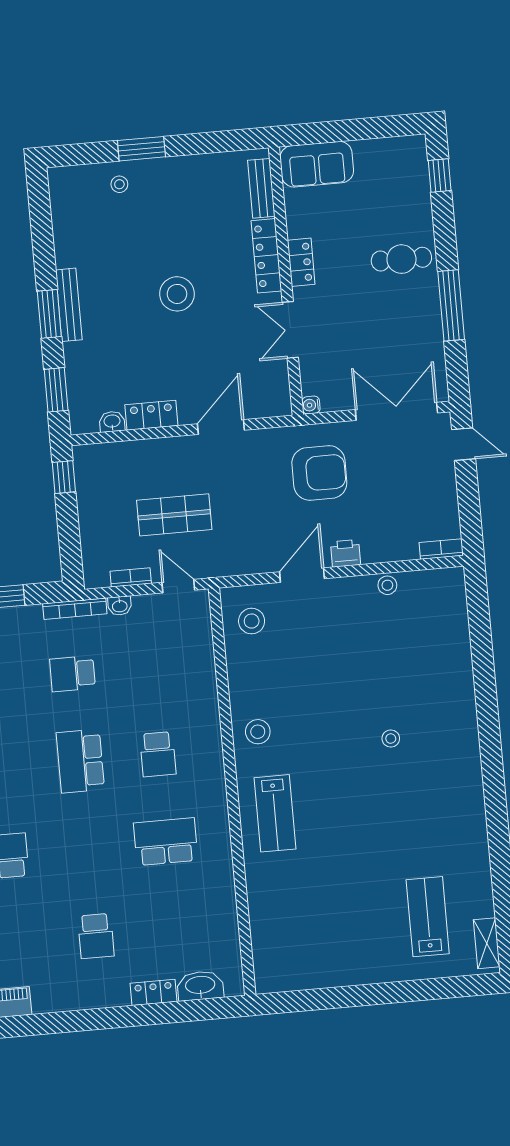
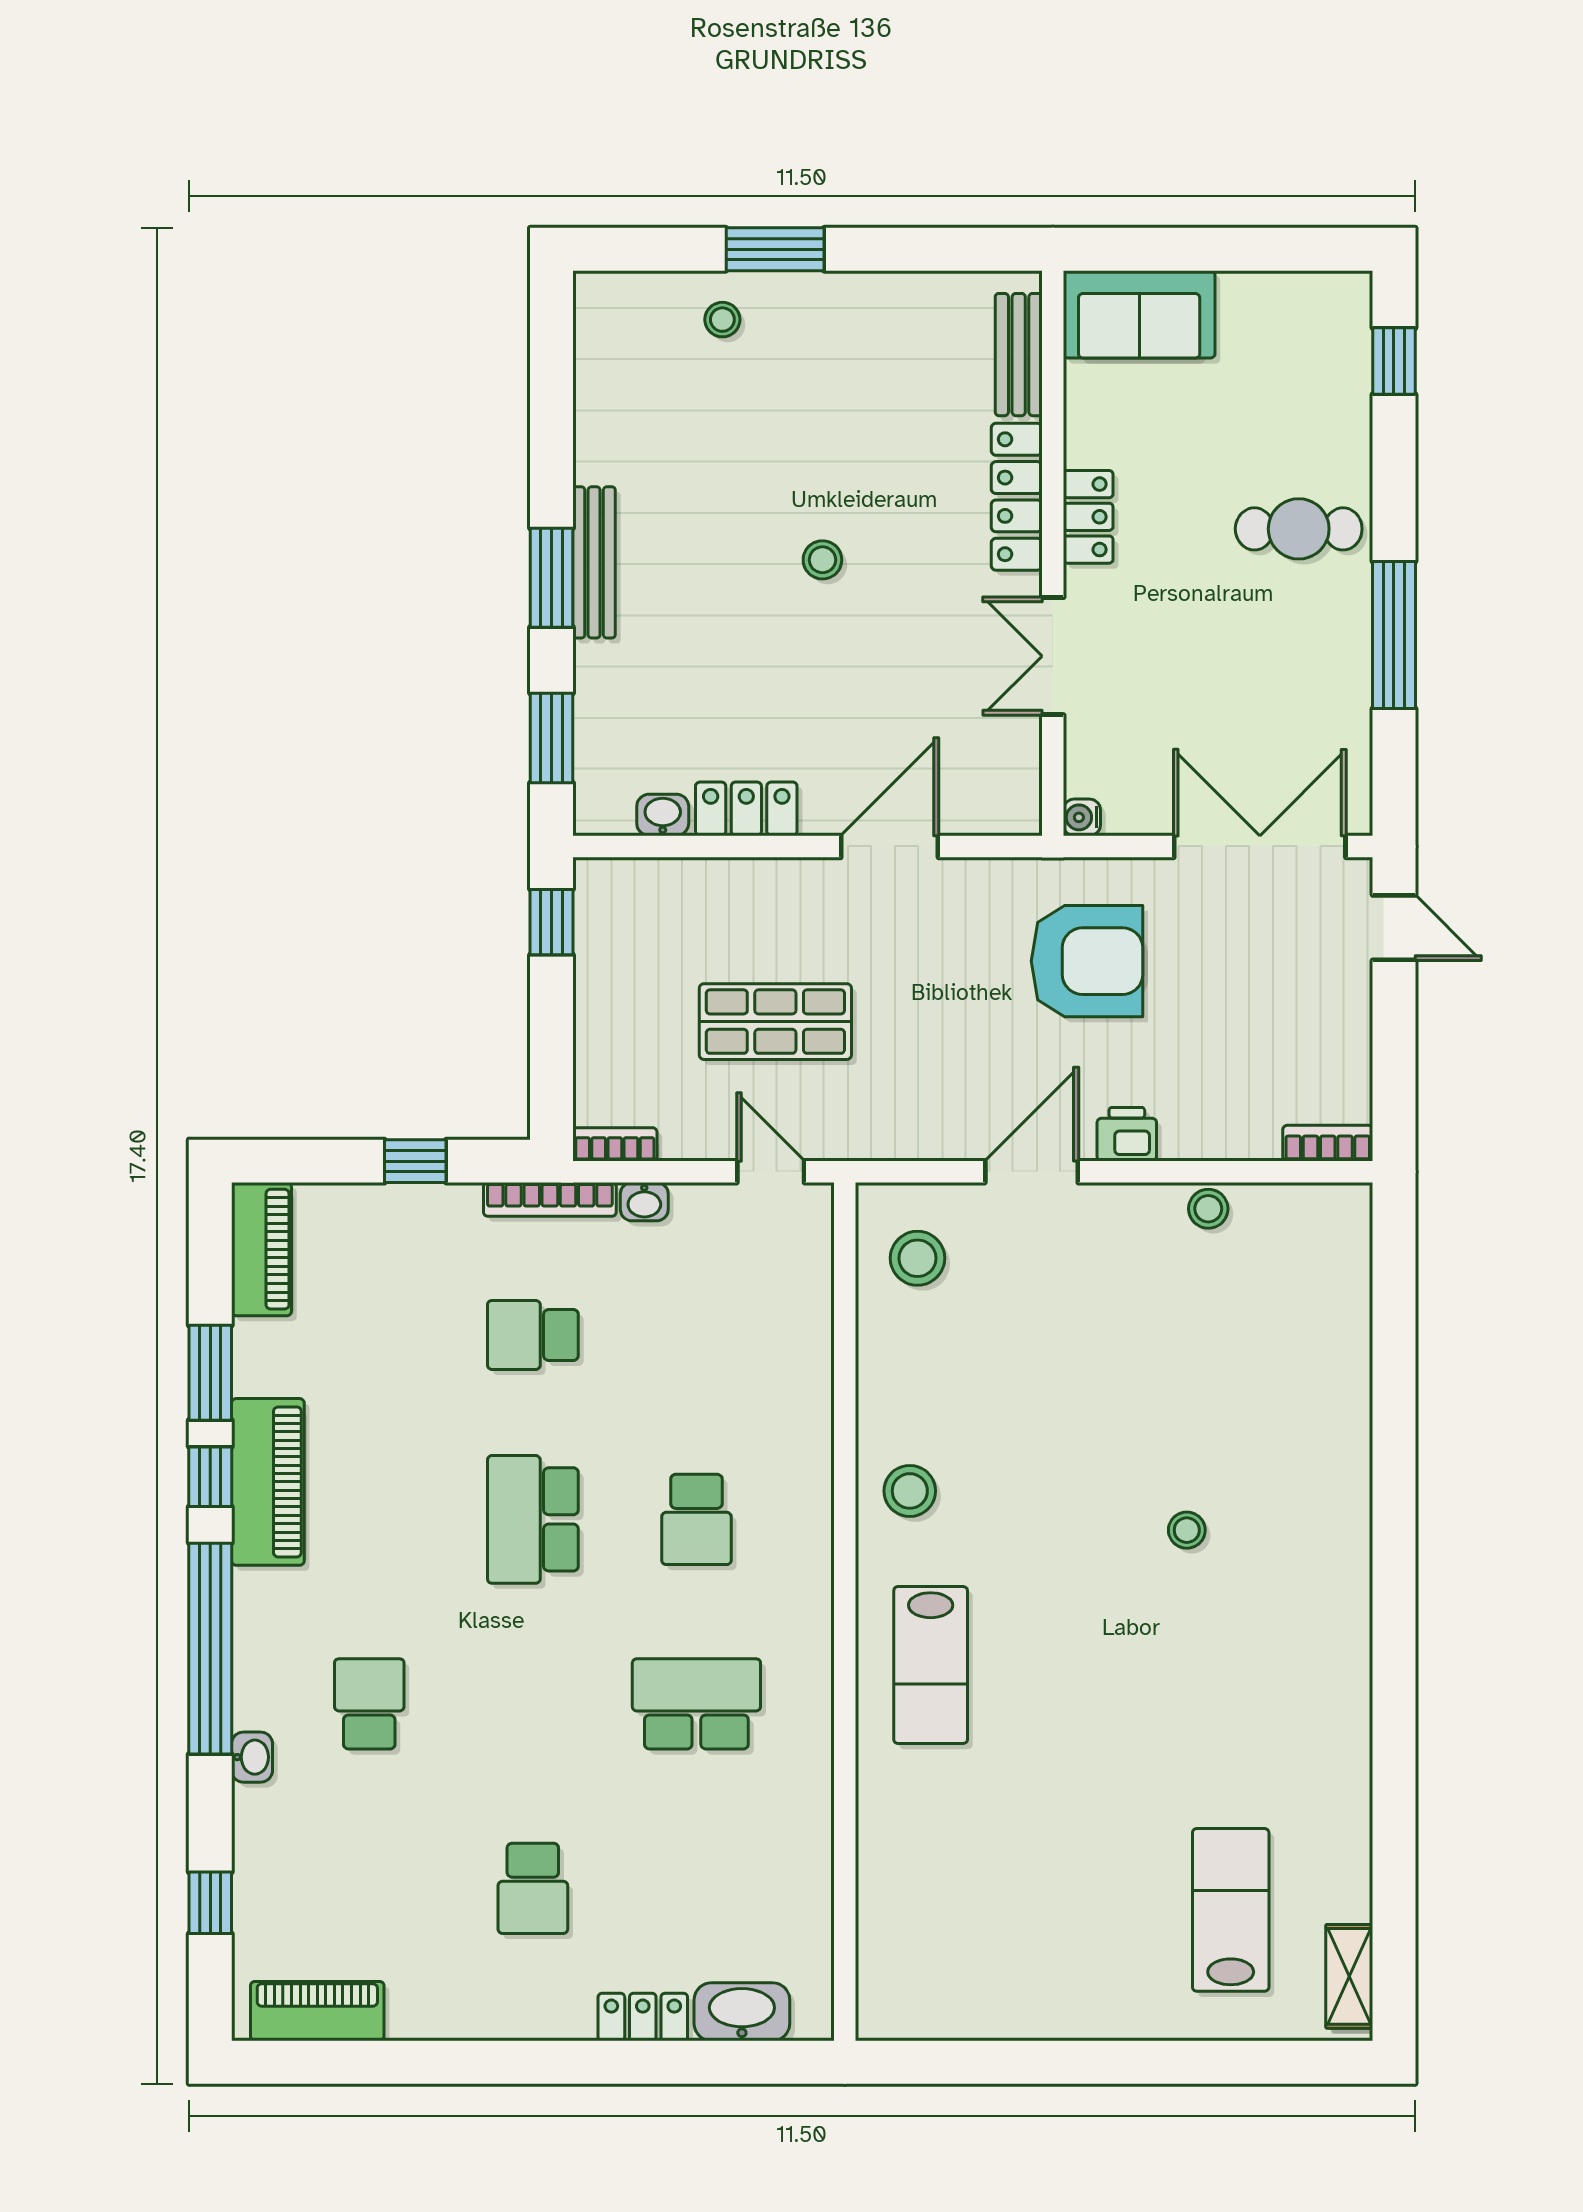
stool: (177, 294) -> (822, 560), width x0.53, depth x0.53
bookcase: (131, 577) -> (615, 1144), moved

